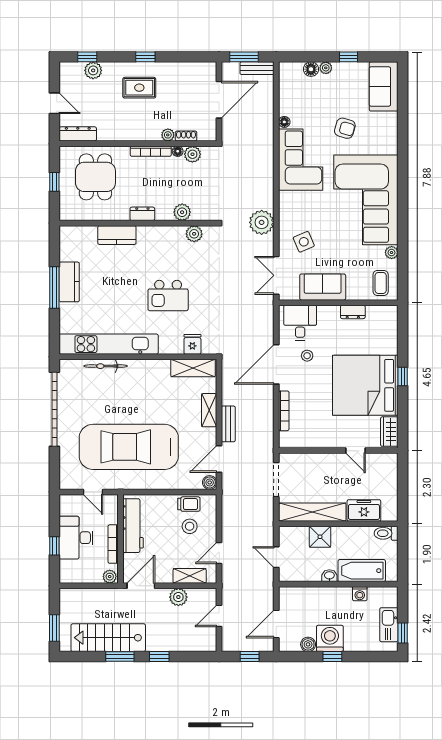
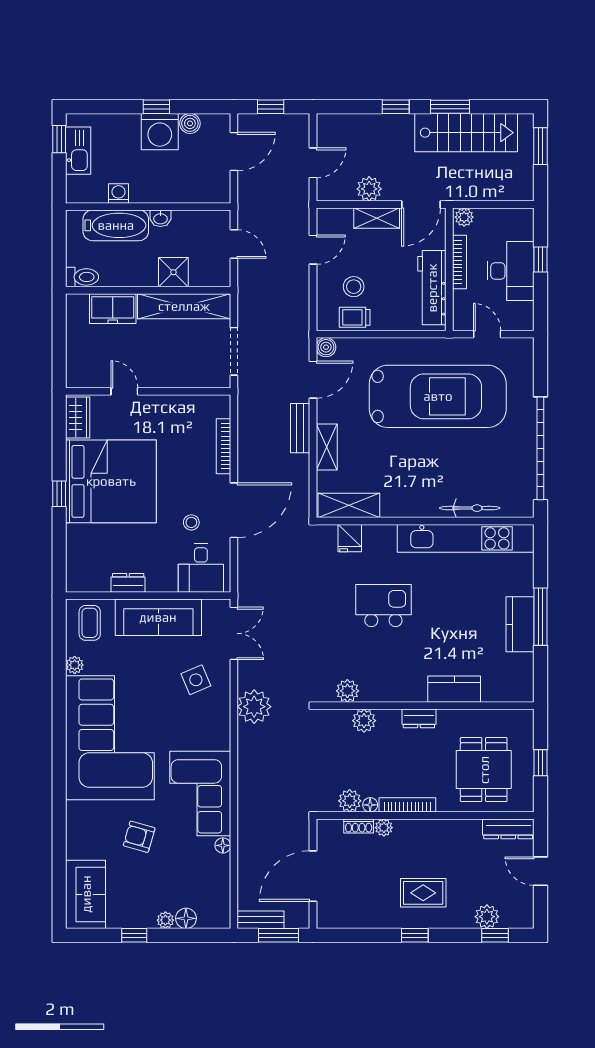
sofa: (323, 287) -> (158, 617), width x1.36
shelving: (190, 576) -> (377, 218), moved

